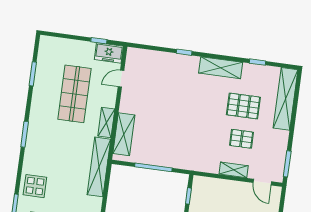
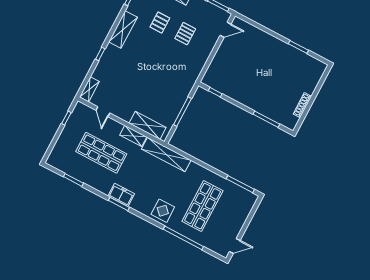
freezer: (109, 53) -> (121, 195), moved, turned -90
pallet: (243, 106) -> (160, 23), width x0.67, depth x0.71
shelving: (234, 170) -> (89, 89), moved

